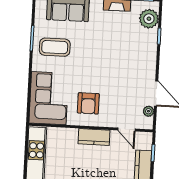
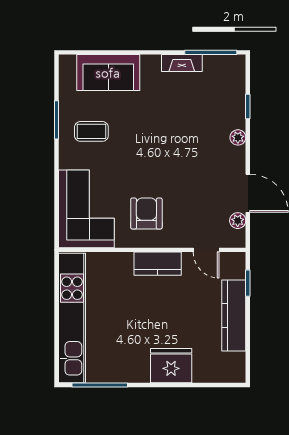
plant: (149, 19) -> (238, 137), moved, width x0.53, depth x0.53
coffee table: (55, 47) -> (91, 131), width x0.73, depth x0.77
armchair: (88, 103) -> (146, 213), turned 180

